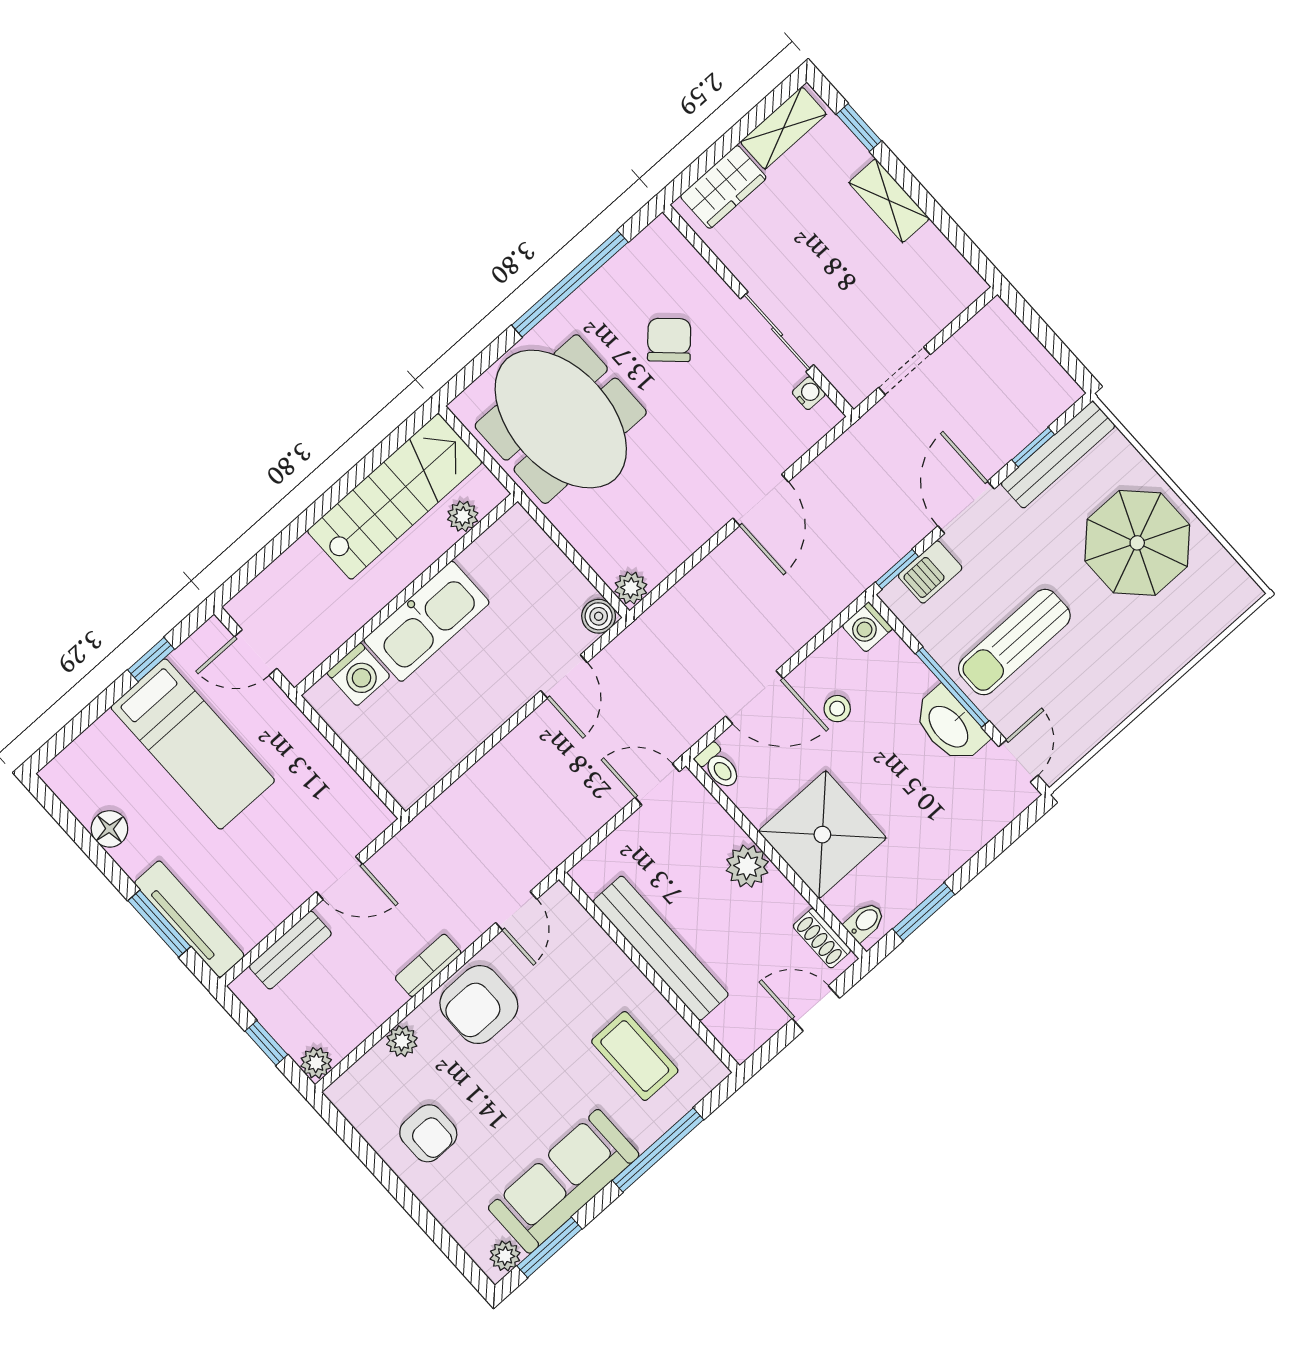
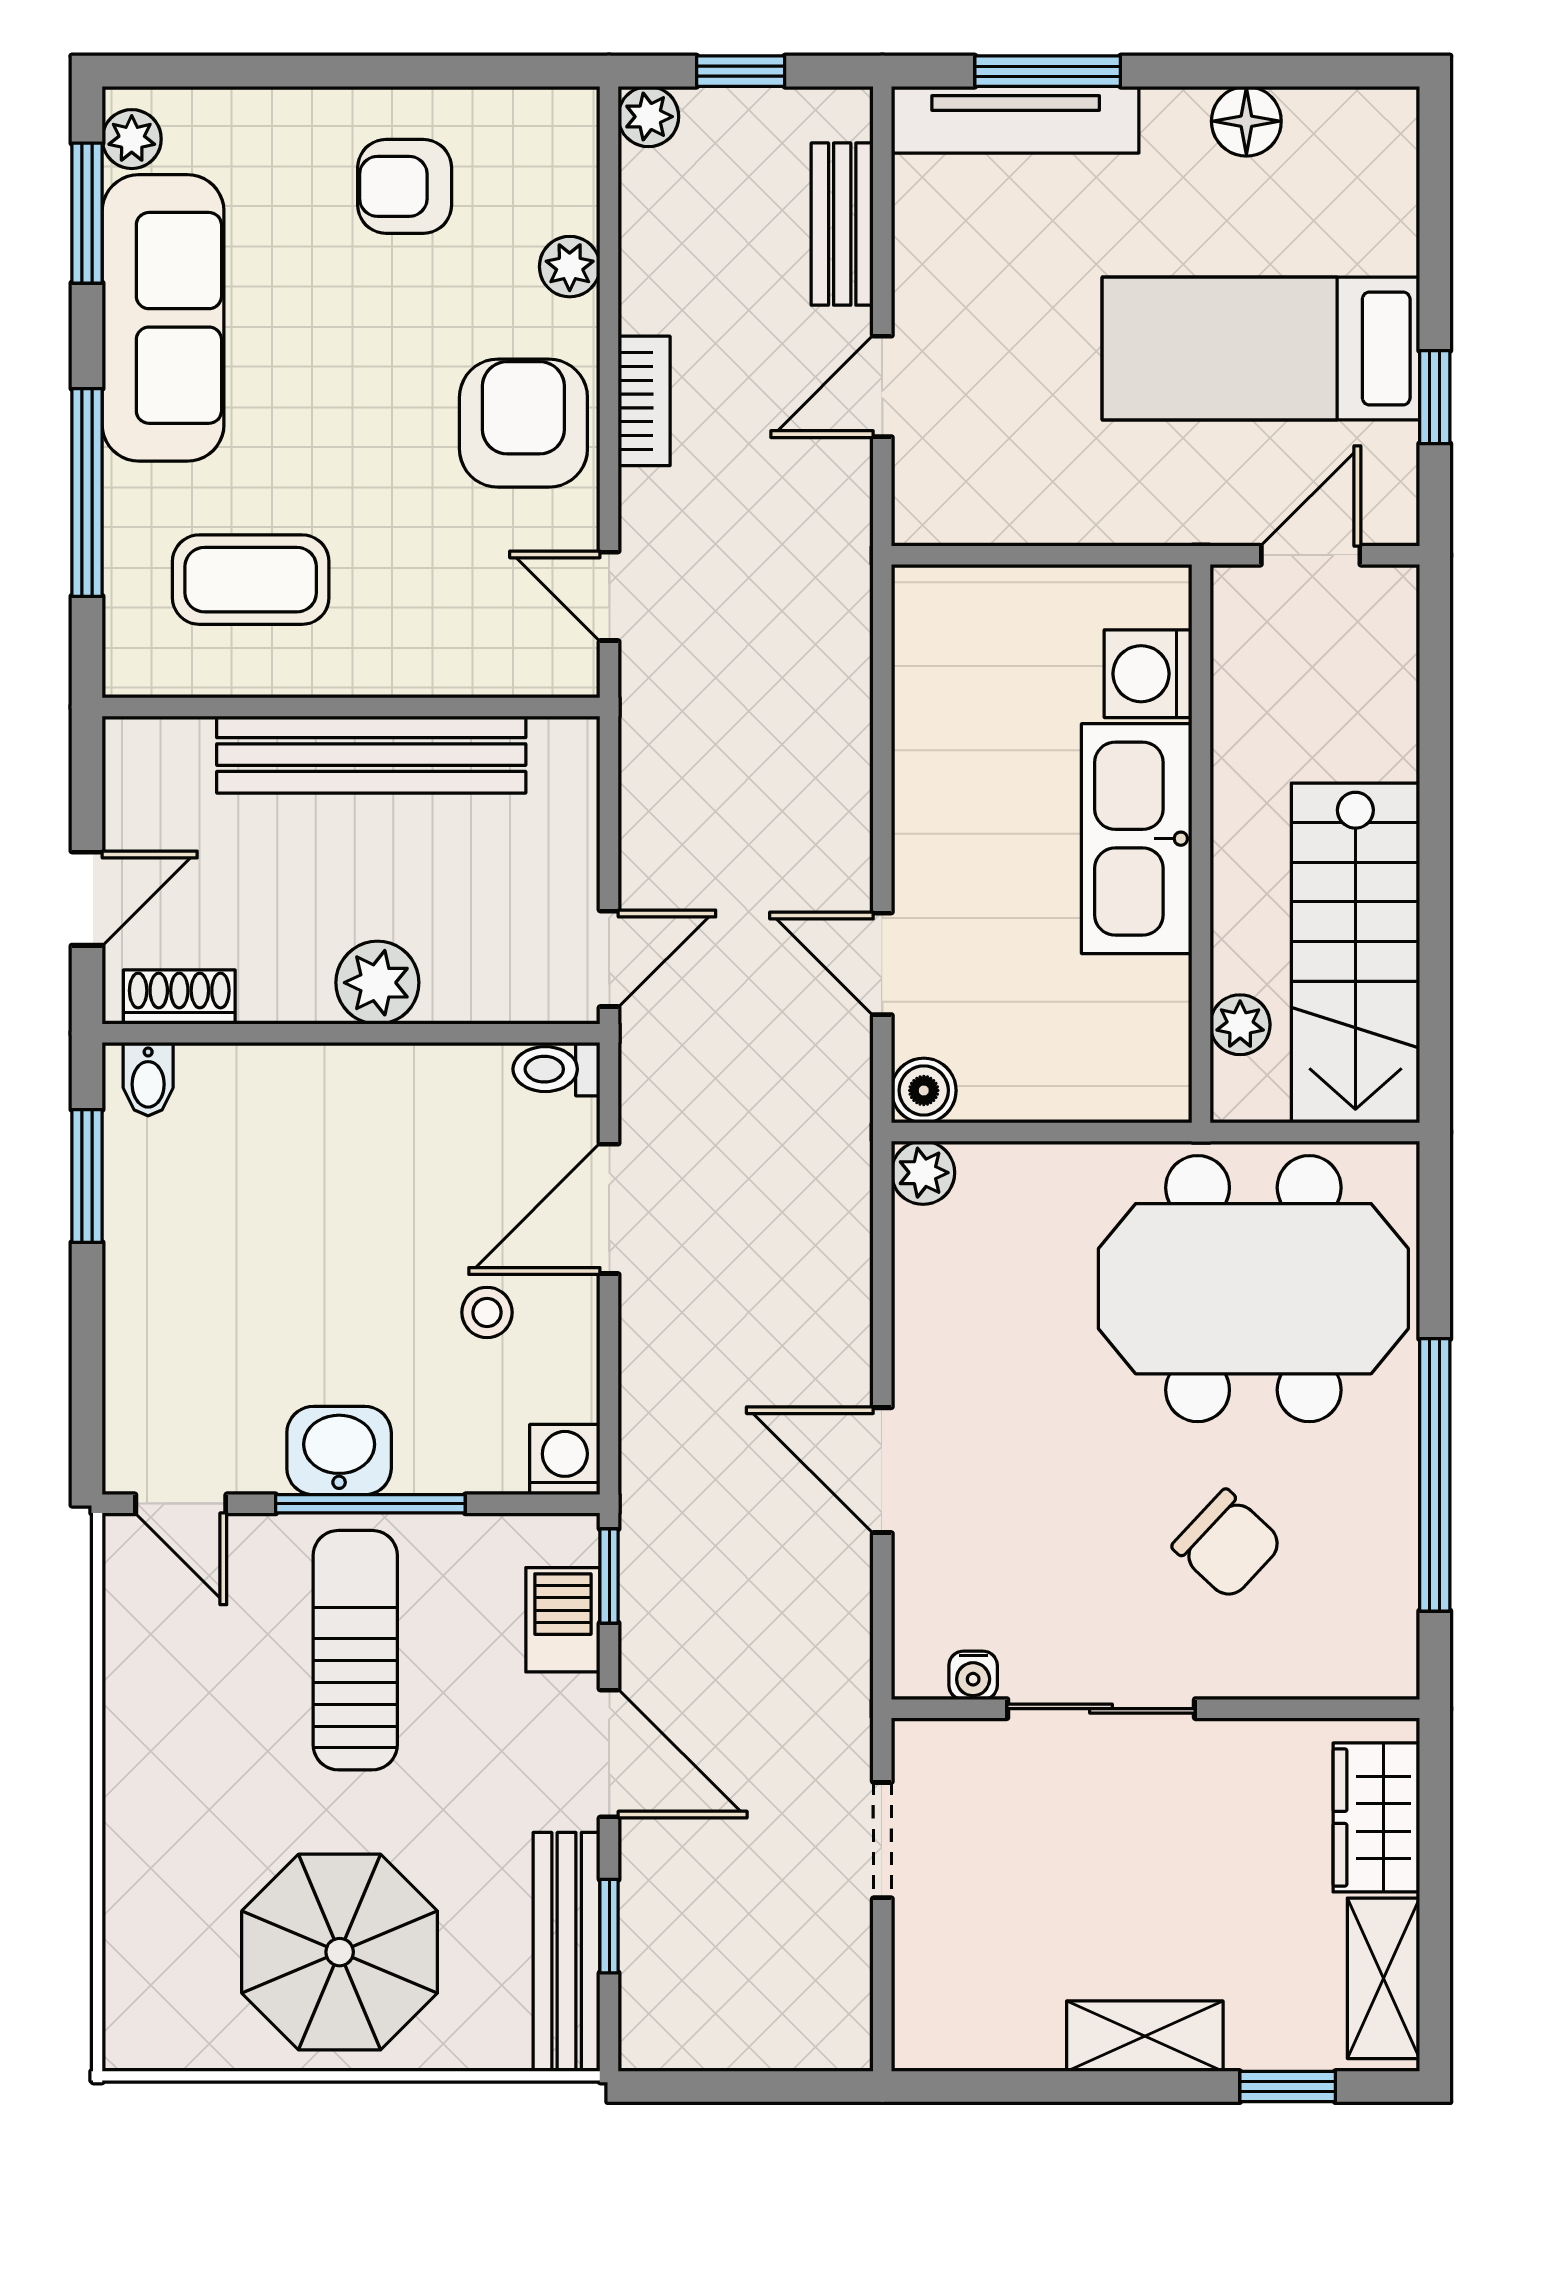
washbasin: (949, 726) -> (339, 1451), width x0.72
shower: (822, 835) -> (326, 1130), removed

